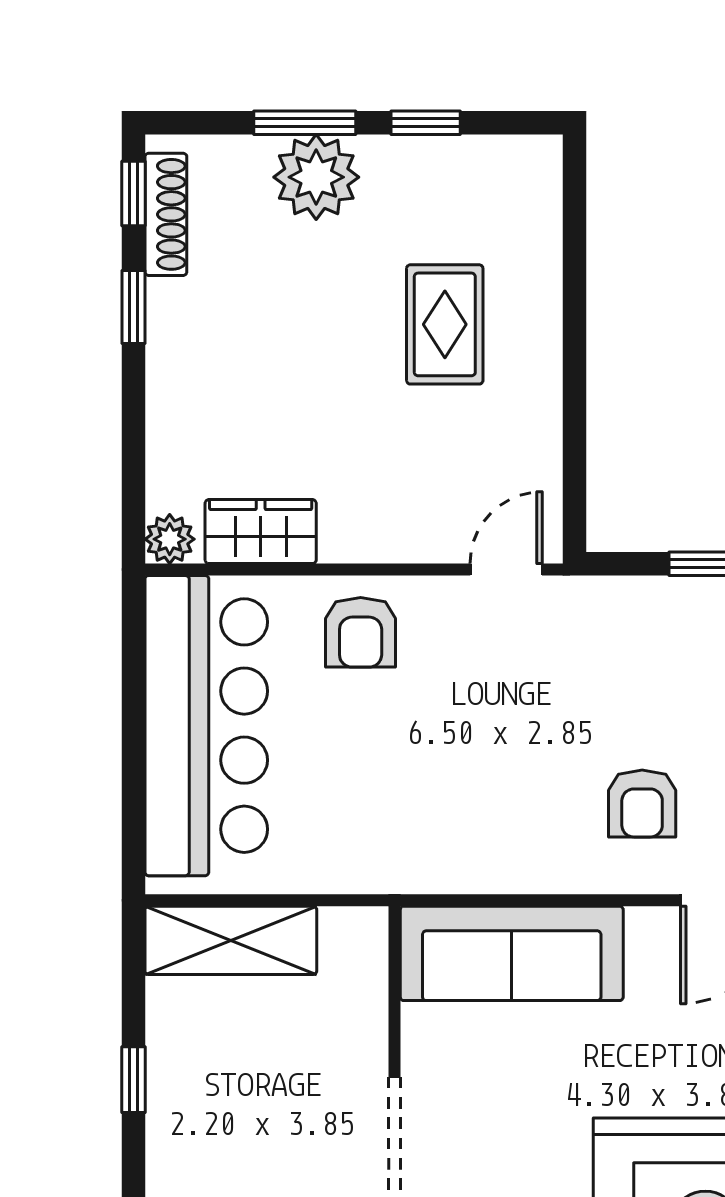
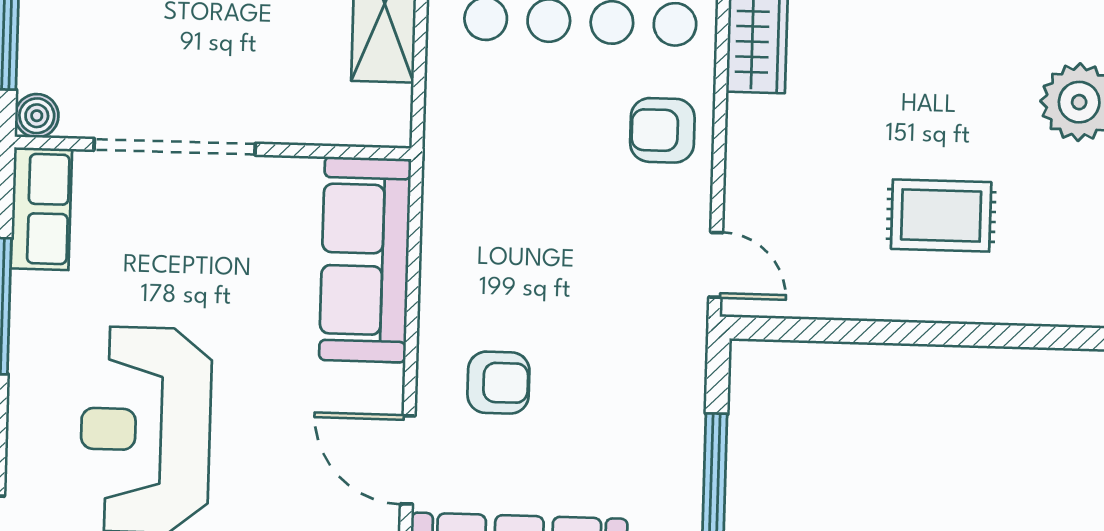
armchair: (642, 804) -> (498, 383), turned 180

